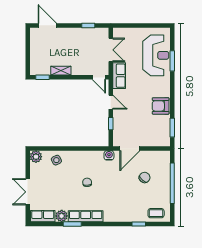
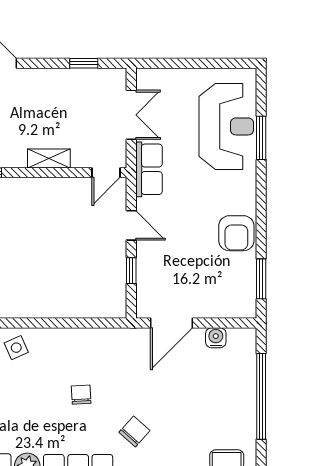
shelving: (61, 71) -> (49, 159), moved
door: (99, 77) -> (106, 173), hinge flipped
armchair: (161, 106) -> (236, 233), turned -90
water cooler: (109, 155) -> (216, 338), moved
chair: (145, 177) -> (134, 431), moved

